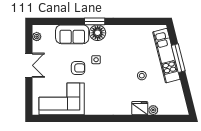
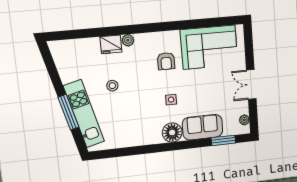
window: (95, 21) -> (223, 140), moved
armchair: (78, 68) -> (166, 61), moved, turned -90
plant: (153, 110) -> (128, 40), moved

